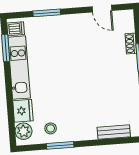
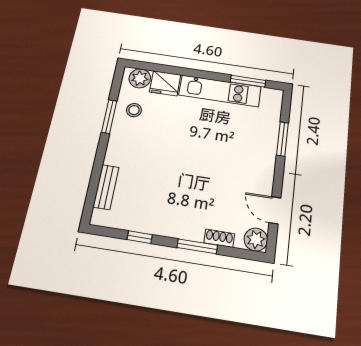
door: (102, 9) -> (275, 210), hinge flipped
plant: (126, 18) -> (256, 240), added
dishwasher: (16, 29) -> (270, 98), removed

